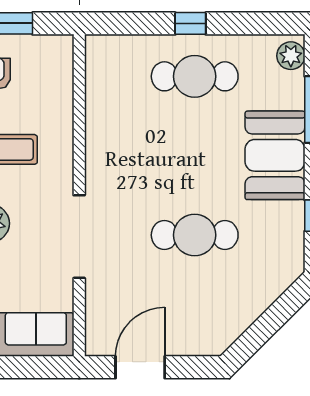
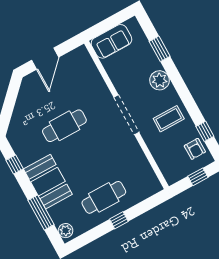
doorway: (79, 237) -> (126, 115), moved
door: (140, 367) -> (45, 59), moved

